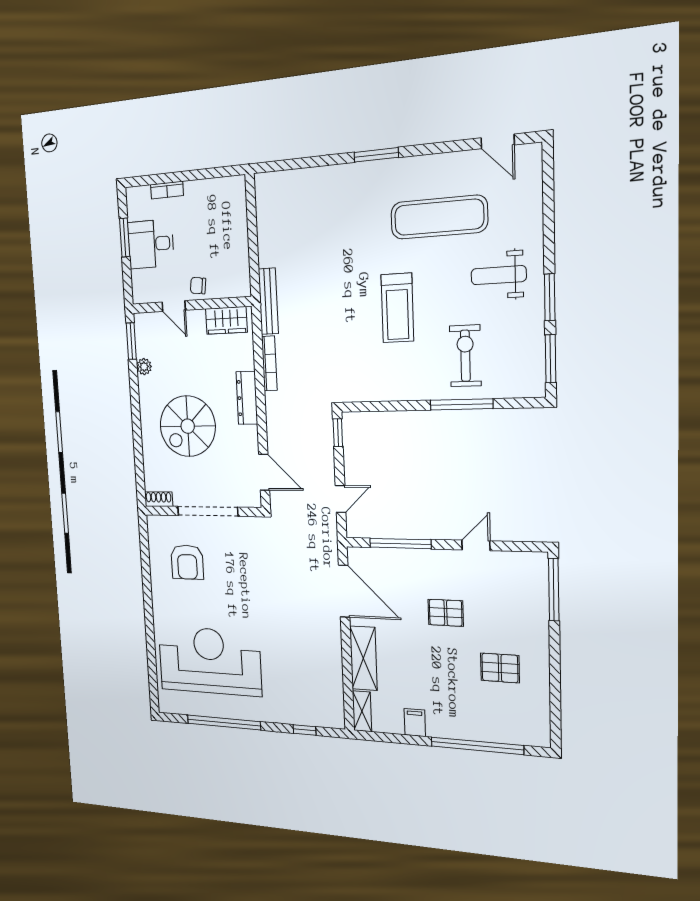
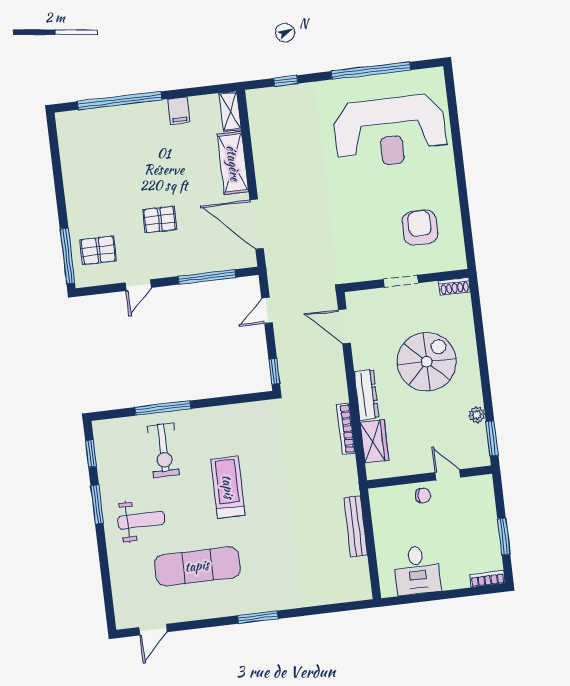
door: (498, 141) -> (153, 630), swing flipped
bookcase: (167, 190) -> (488, 579), moved
desk: (151, 244) -> (417, 570), moved, turned 90
bench: (268, 301) -> (356, 526), moved
wardrobe: (226, 320) -> (374, 441), moved, turned 90
window: (551, 359) -> (91, 454), width x0.67
doorway: (208, 511) -> (401, 281), width x0.53
pallet: (500, 668) -> (98, 250), moved

